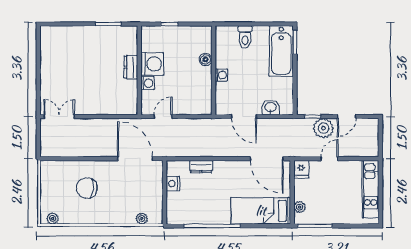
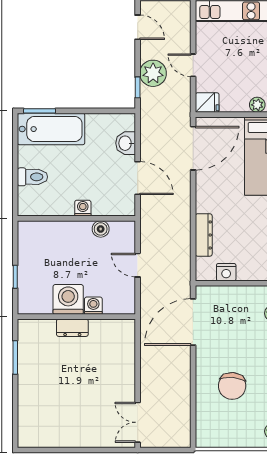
boiler: (206, 59) -> (101, 229), moved
door: (163, 117) -> (138, 265), moved
door: (244, 117) -> (138, 178), hinge flipped
door: (346, 117) -> (138, 27), moved
dresser: (201, 167) -> (204, 235), width x1.44

